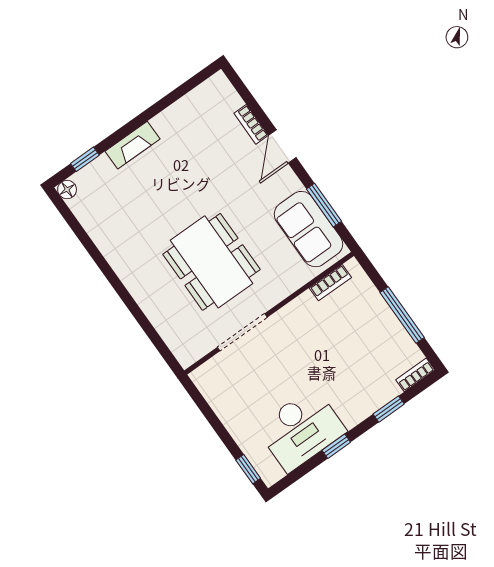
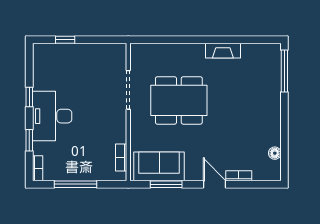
fireplace: (132, 145) -> (223, 51), moved, turned -90
window: (85, 159) -> (284, 71), width x2.17
floor lamp: (67, 190) -> (275, 153), moved
desk: (301, 429) -> (52, 116), moved
window: (248, 469) -> (65, 40), moved

